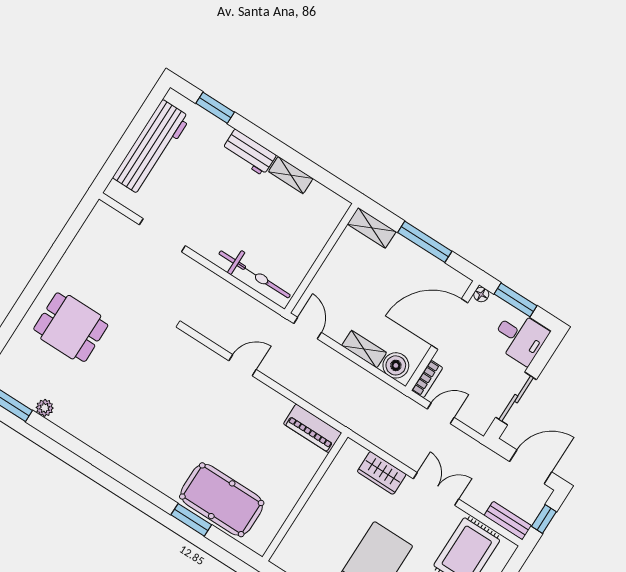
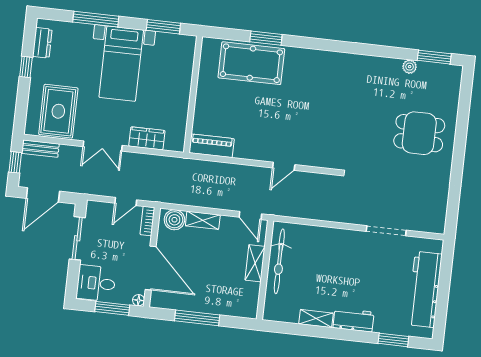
shelving: (372, 228) -> (255, 263), moved, turned 90
bicycle: (255, 274) -> (279, 261), moved, turned -90
door: (450, 324) -> (151, 268), hinge flipped

